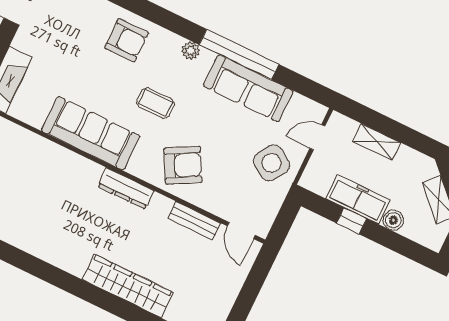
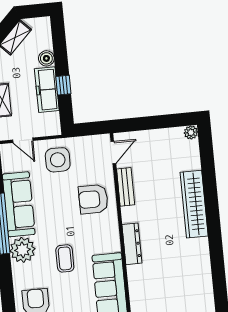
plant: (191, 51) -> (23, 250), width x1.88, depth x1.88
side table: (271, 163) -> (58, 160), turned -32
armchair: (183, 165) -> (93, 199), moved, turned -61

